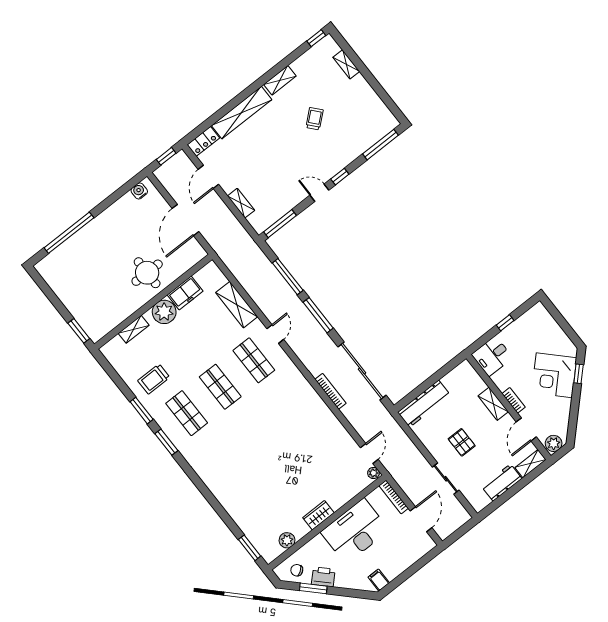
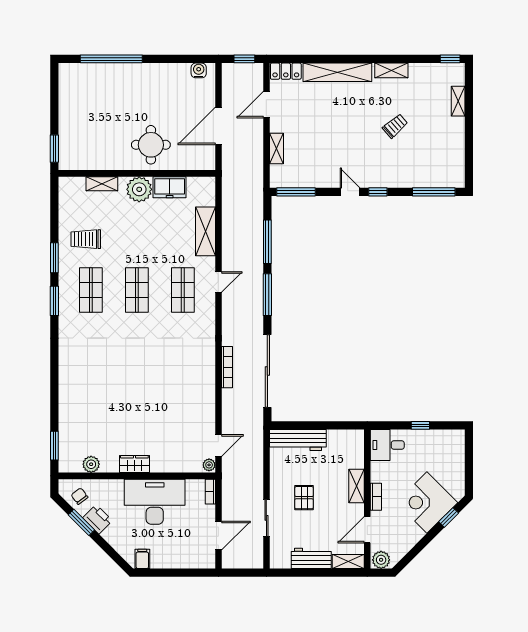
bookcase: (394, 497) -> (210, 492), width x0.64

